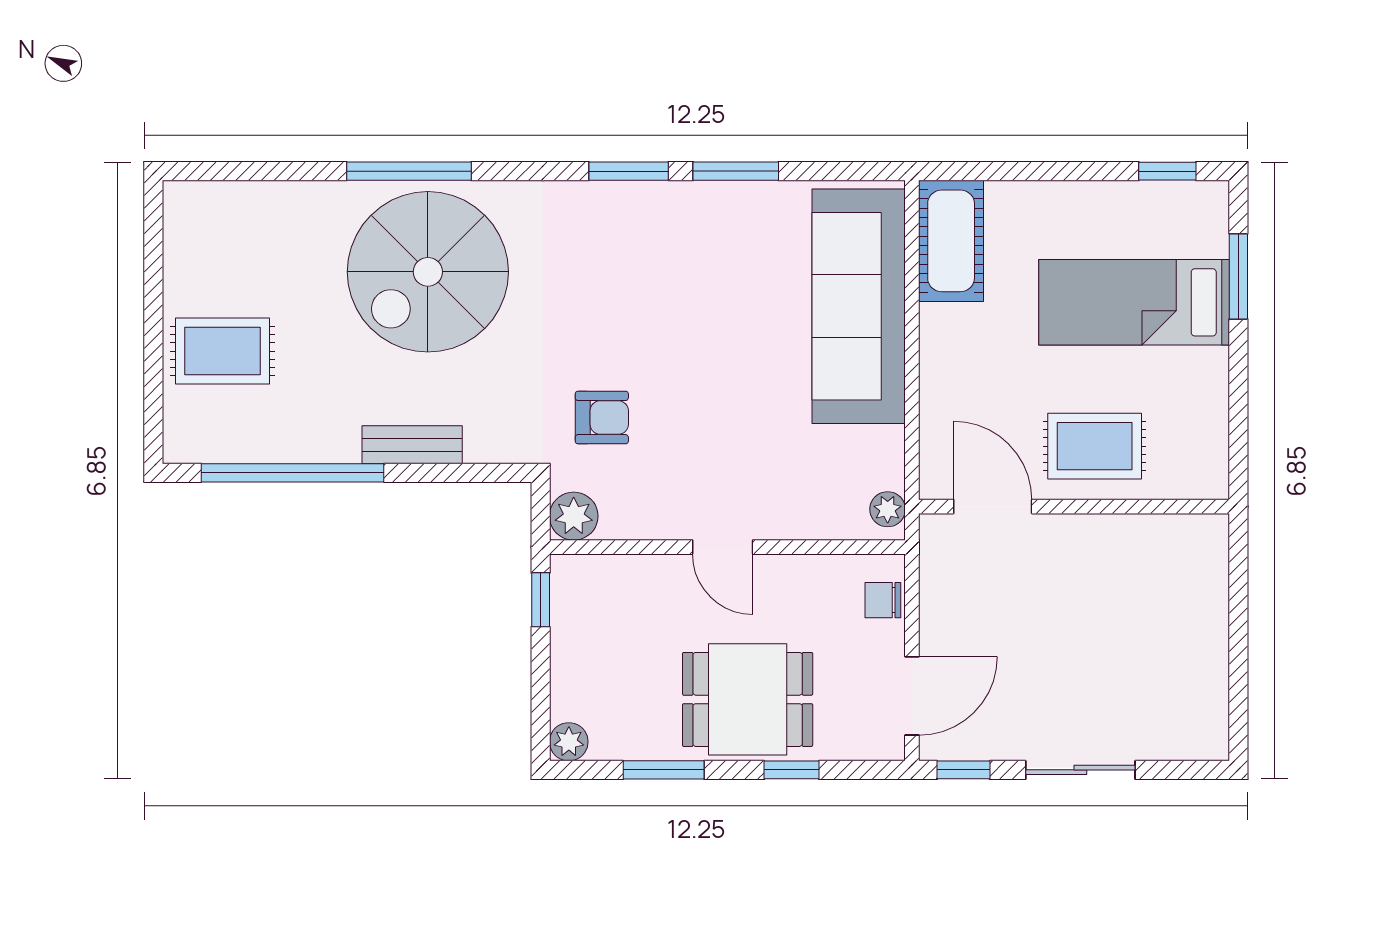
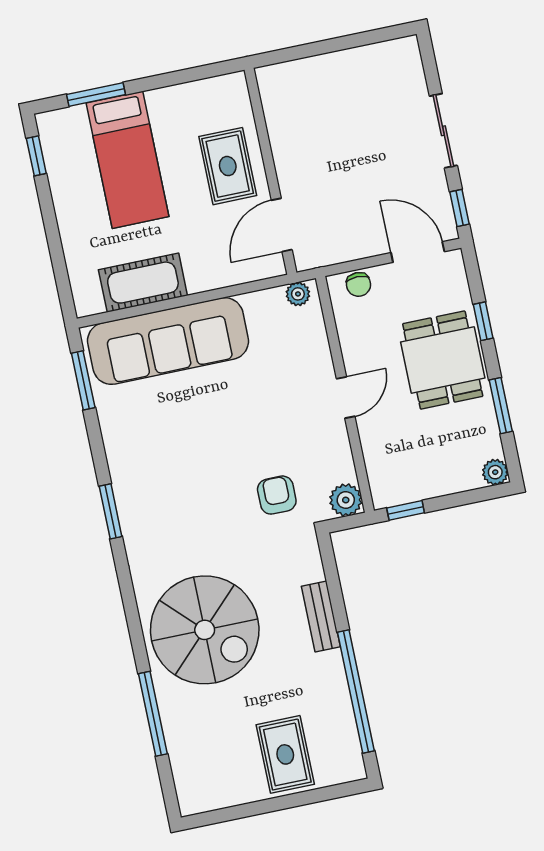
window: (409, 171) -> (153, 714), moved
window: (736, 171) -> (83, 380), moved
cot: (951, 241) -> (143, 283), moved

